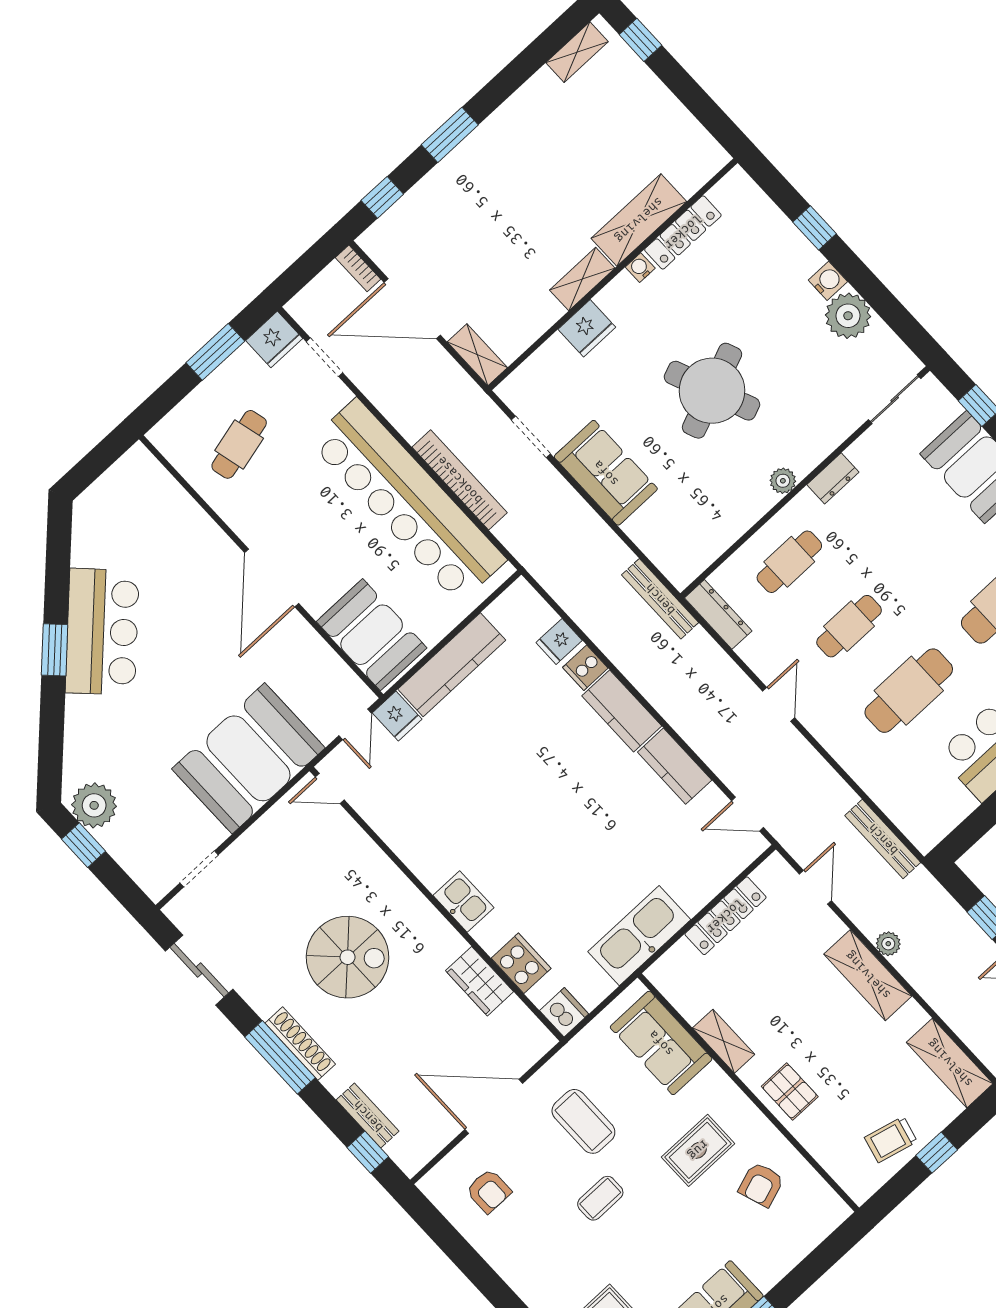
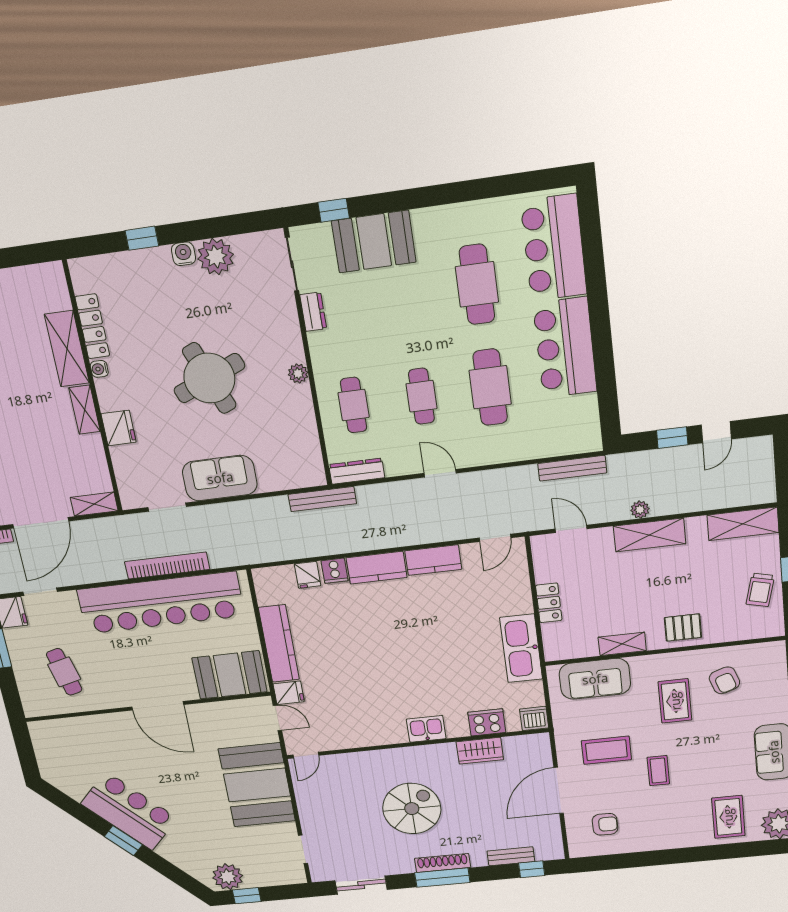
dresser: (833, 478) -> (313, 312), moved
locker: (725, 916) -> (549, 603), width x0.66

